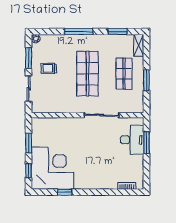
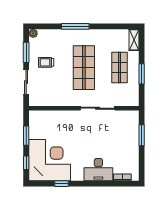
window: (118, 32) -> (113, 26), removed
desk: (132, 140) -> (98, 170), moved, turned 90

